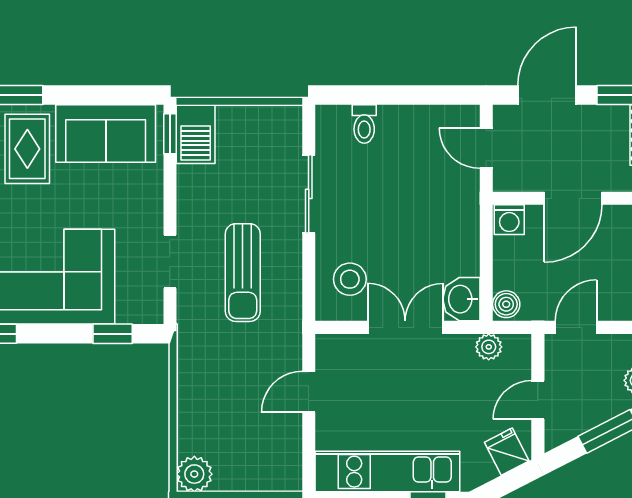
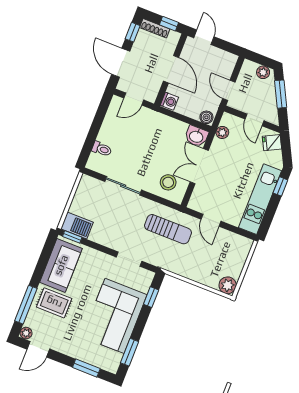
sun lounger: (243, 273) -> (168, 229), moved

